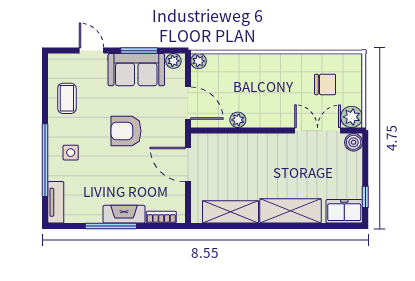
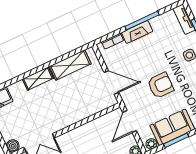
door: (188, 103) -> (130, 121), hinge flipped
plant: (238, 120) -> (93, 126), removed
shelving: (291, 211) -> (38, 79), width x0.67, depth x0.75

